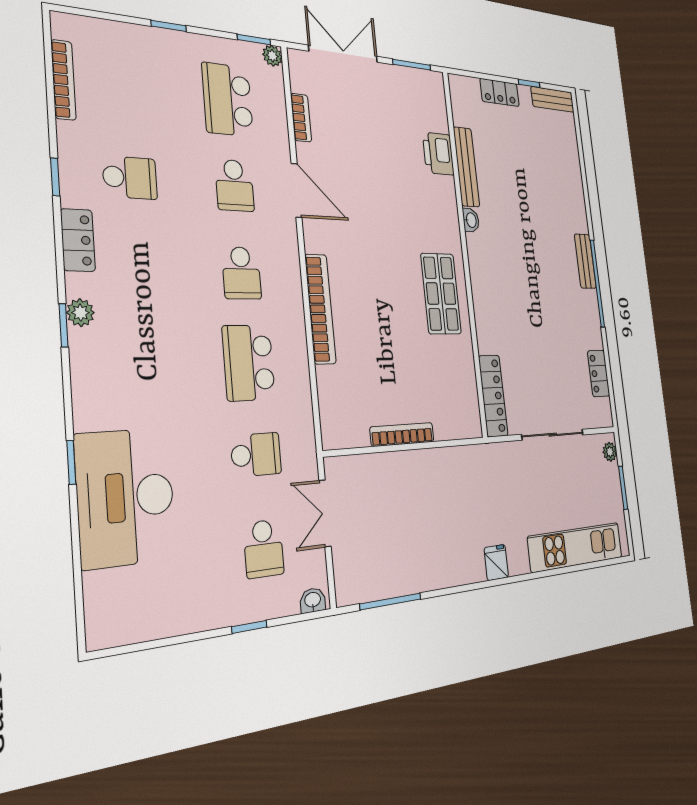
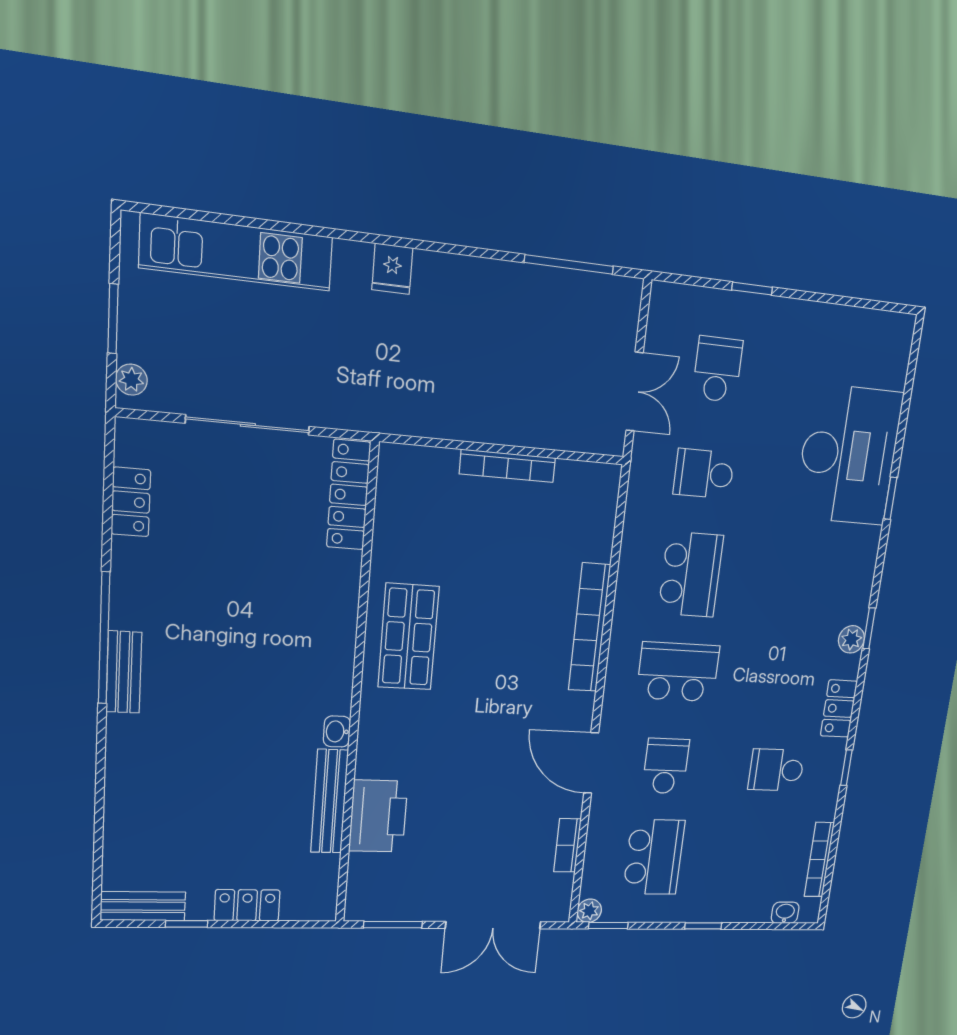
printer: (438, 154) -> (378, 816), width x1.37, depth x1.19
school desk: (242, 273) -> (678, 672), width x1.85
washbasin: (313, 600) -> (785, 913), moved, turned 180

